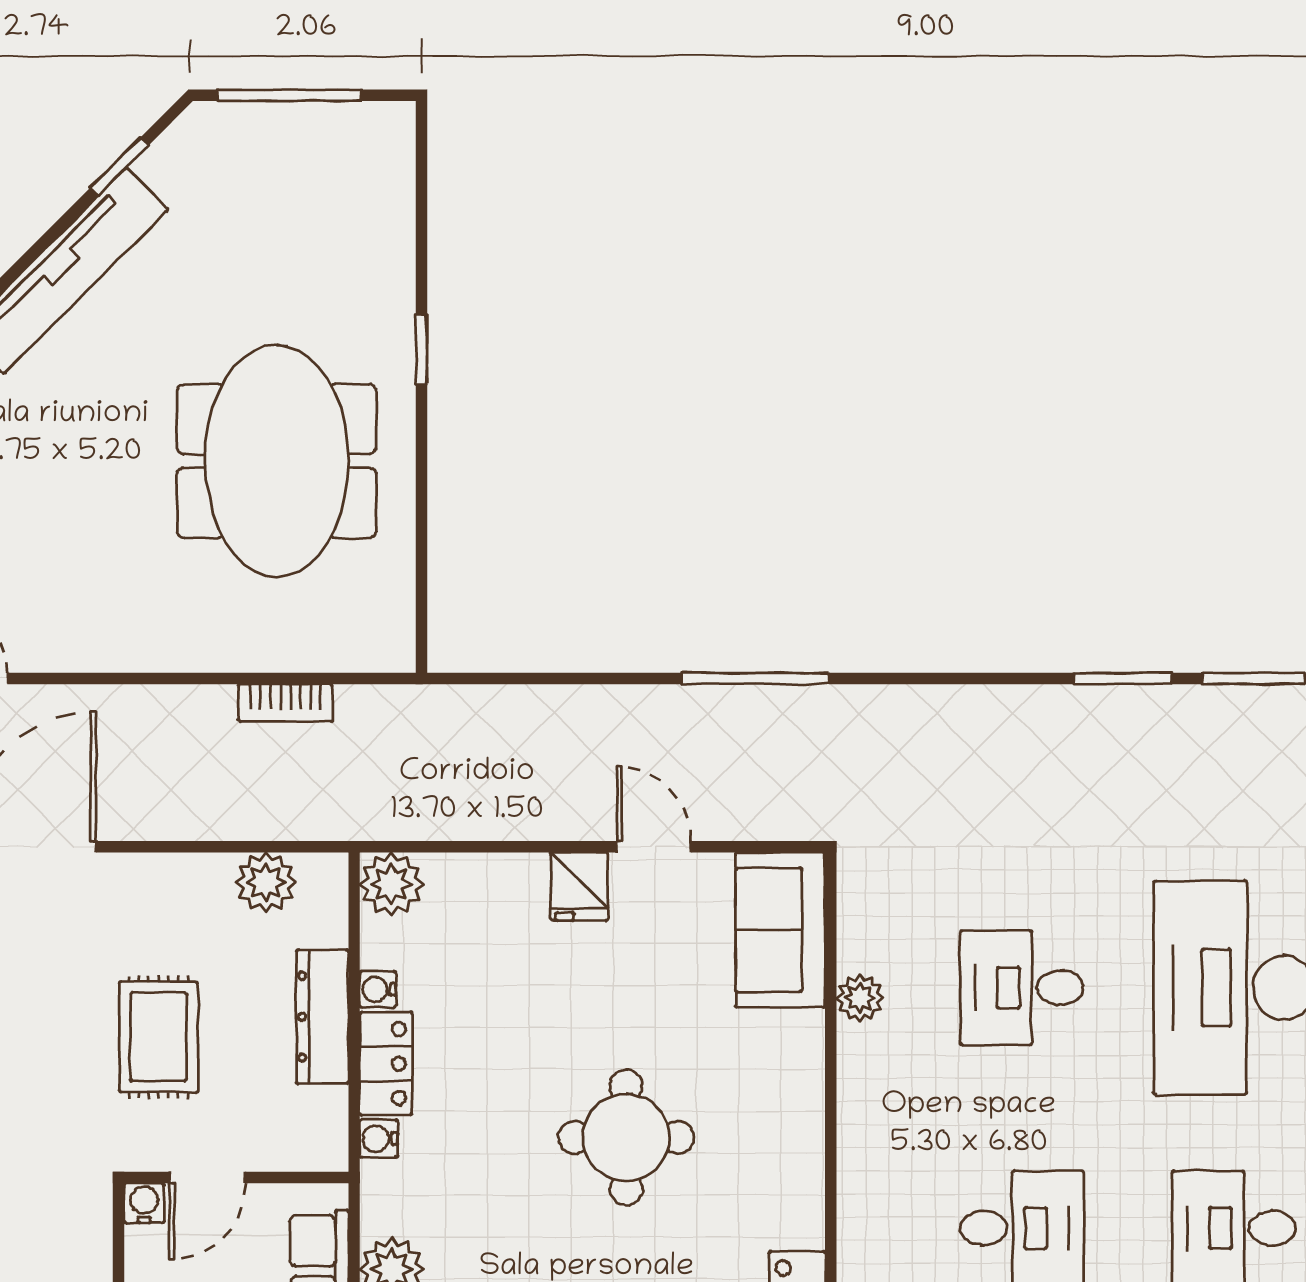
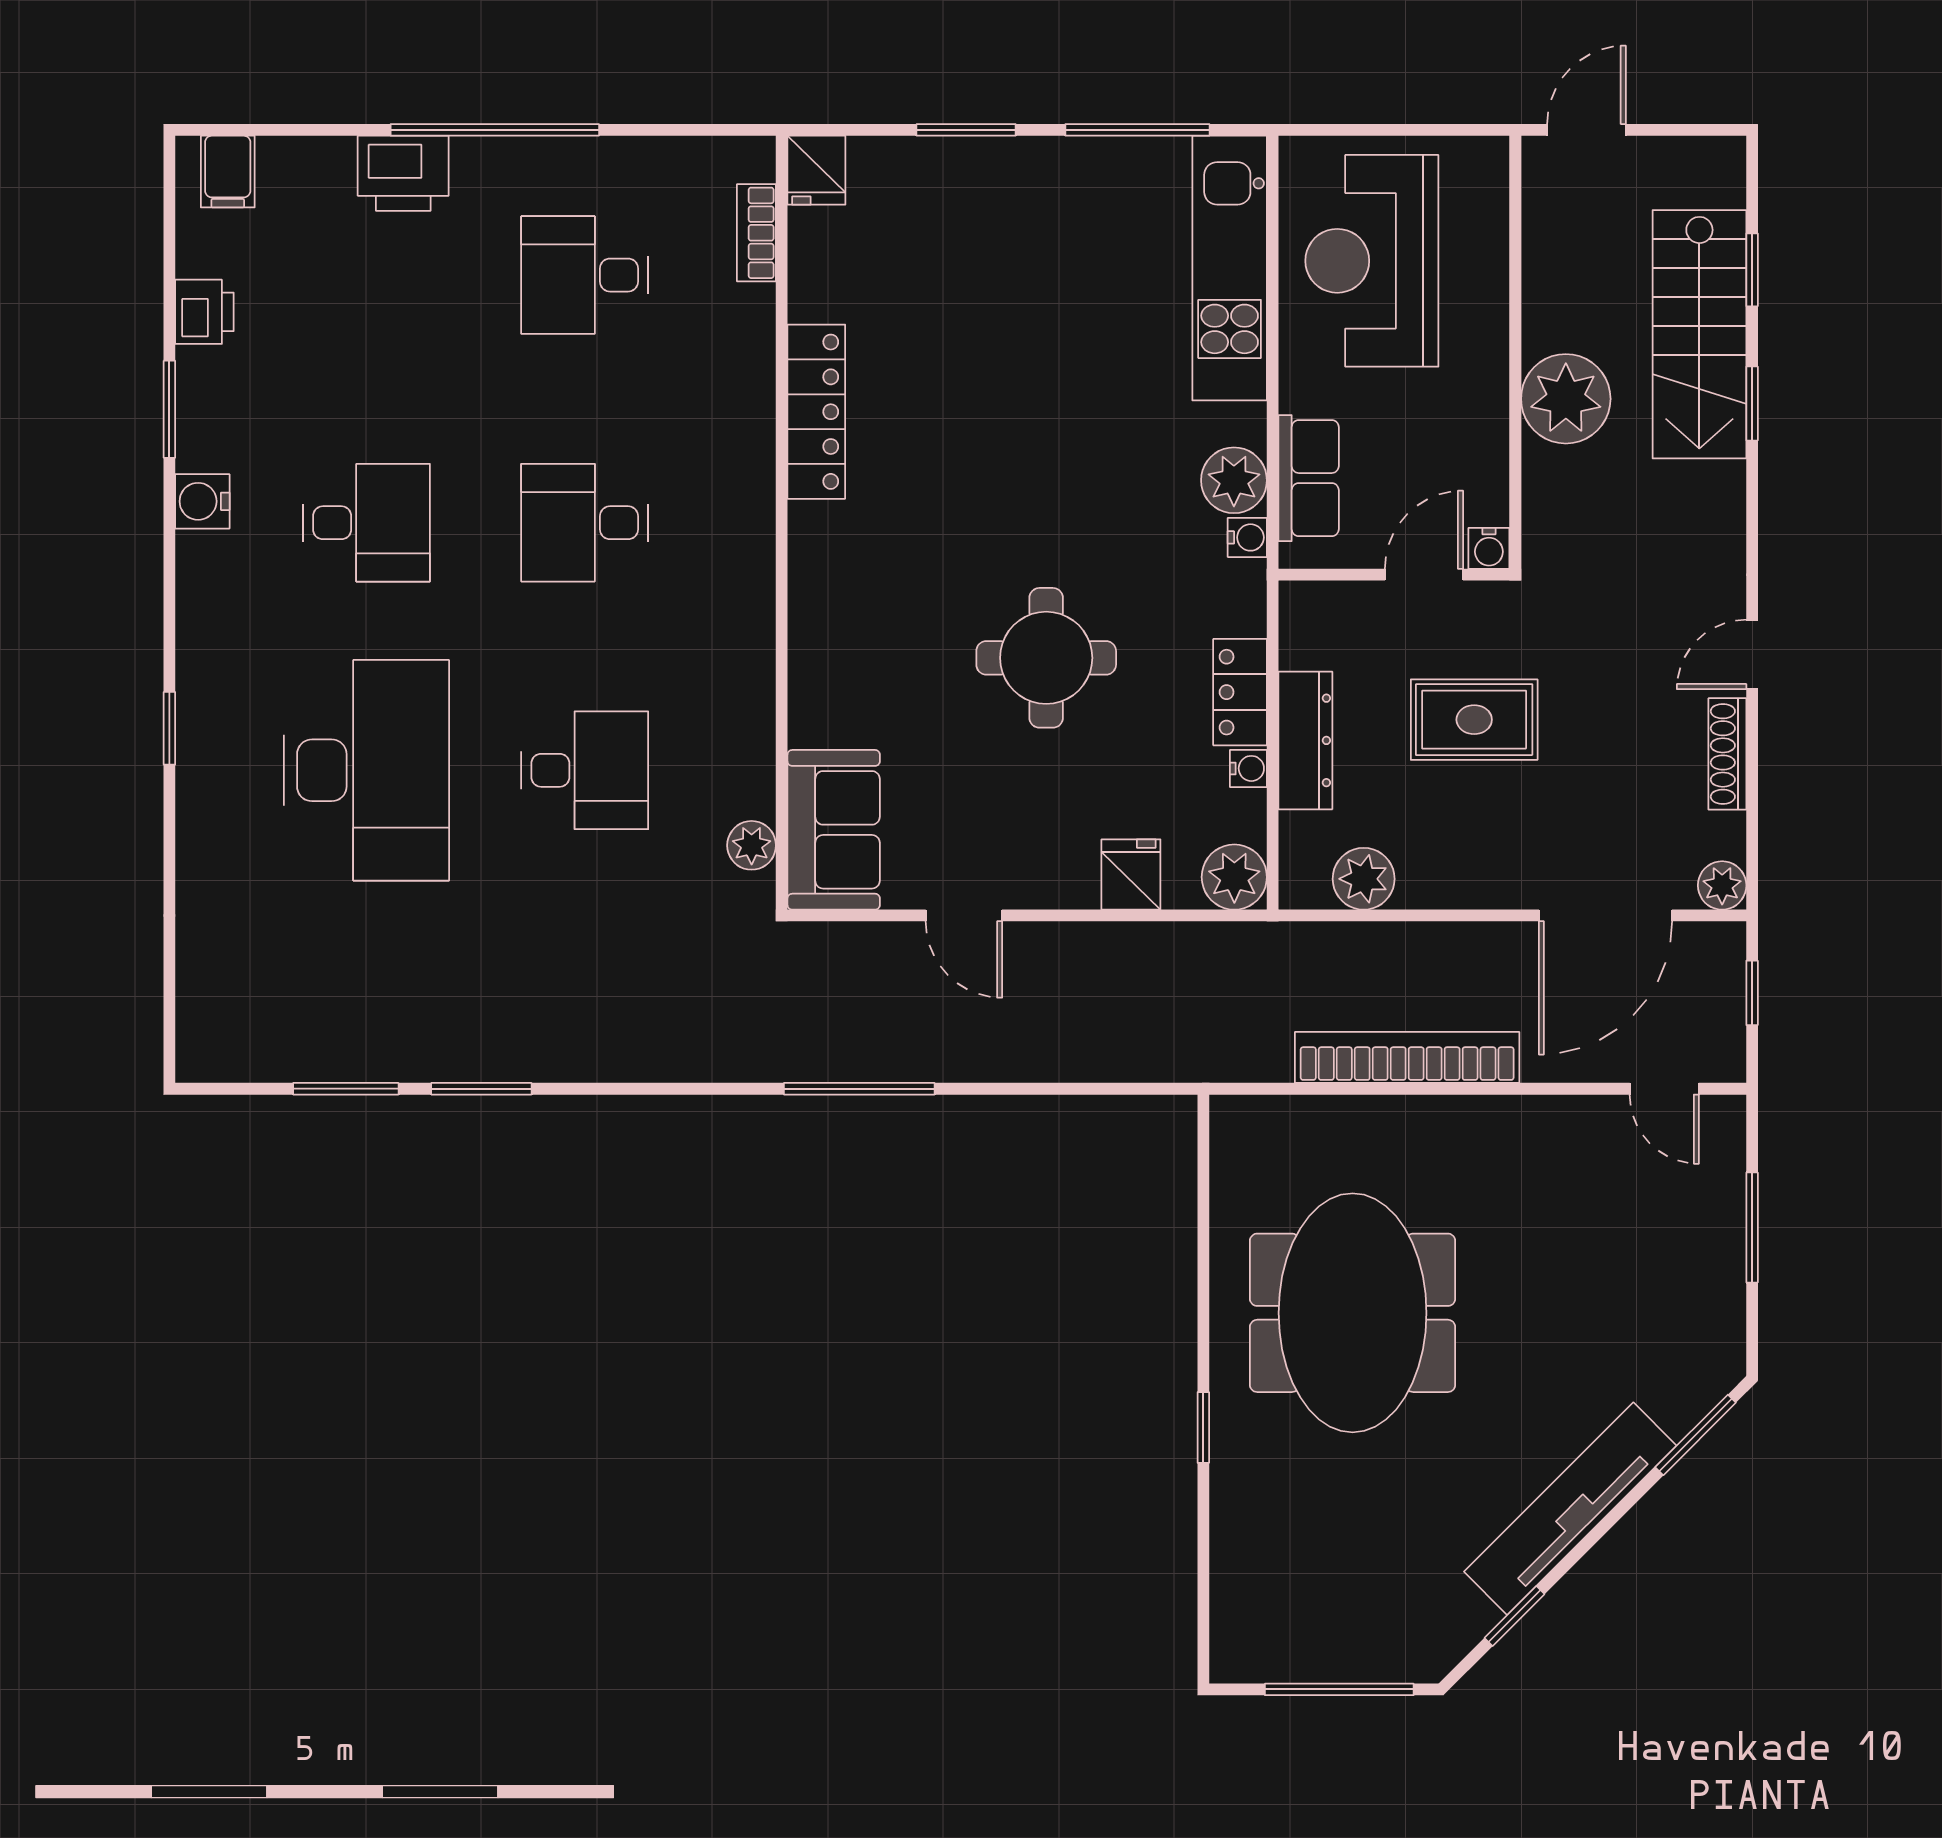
bookcase: (285, 703) -> (1407, 1057), width x2.31, depth x1.31
fridge: (579, 886) -> (1131, 874), moved
plant: (860, 998) -> (752, 845), moved
rug: (158, 1037) -> (1474, 720), turned 90
round table: (626, 1138) -> (1046, 658), moved
water cooler: (379, 1139) -> (1247, 537), moved

